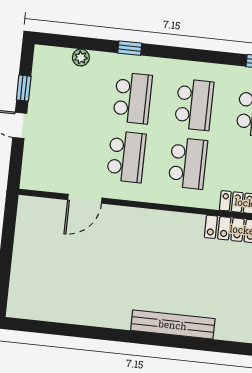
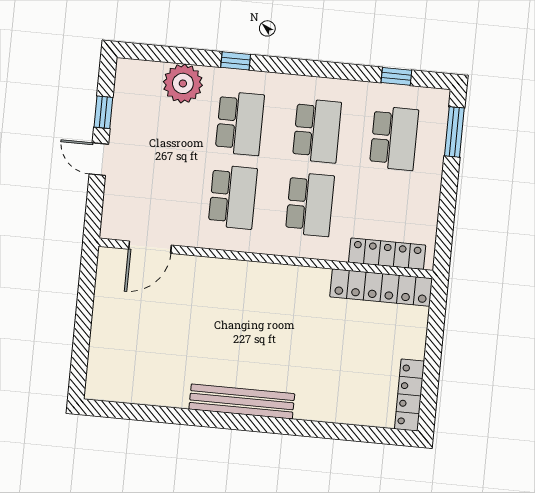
plant: (81, 58) -> (183, 83), width x1.87, depth x1.87
door: (85, 199) -> (150, 247), moved
bench: (173, 325) -> (242, 401), moved

